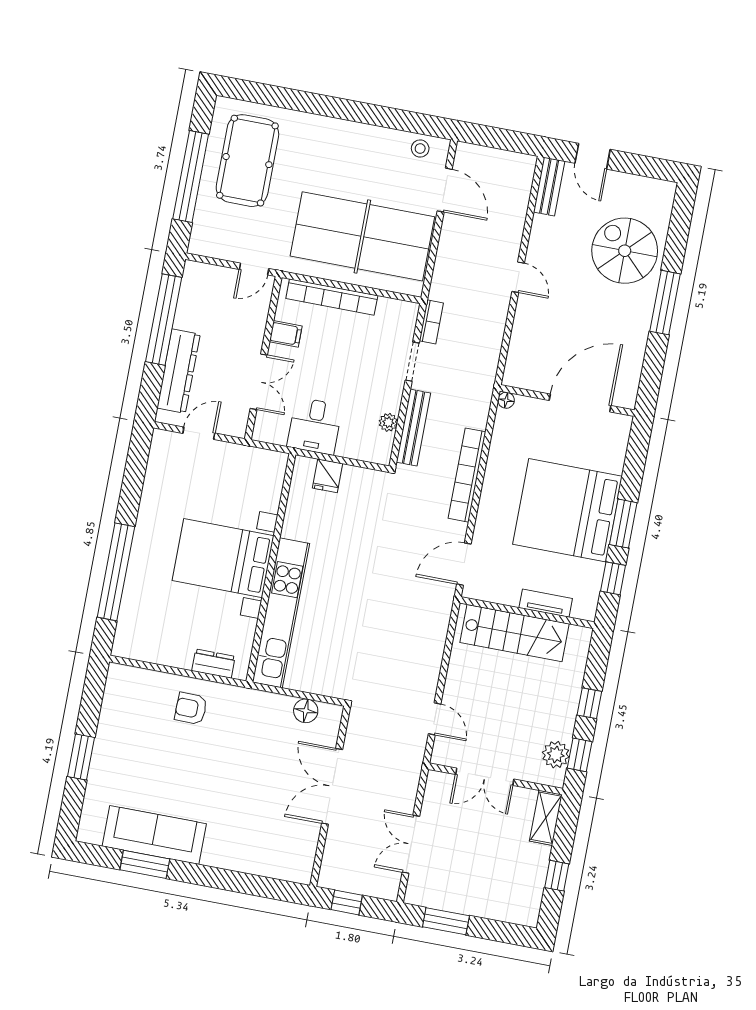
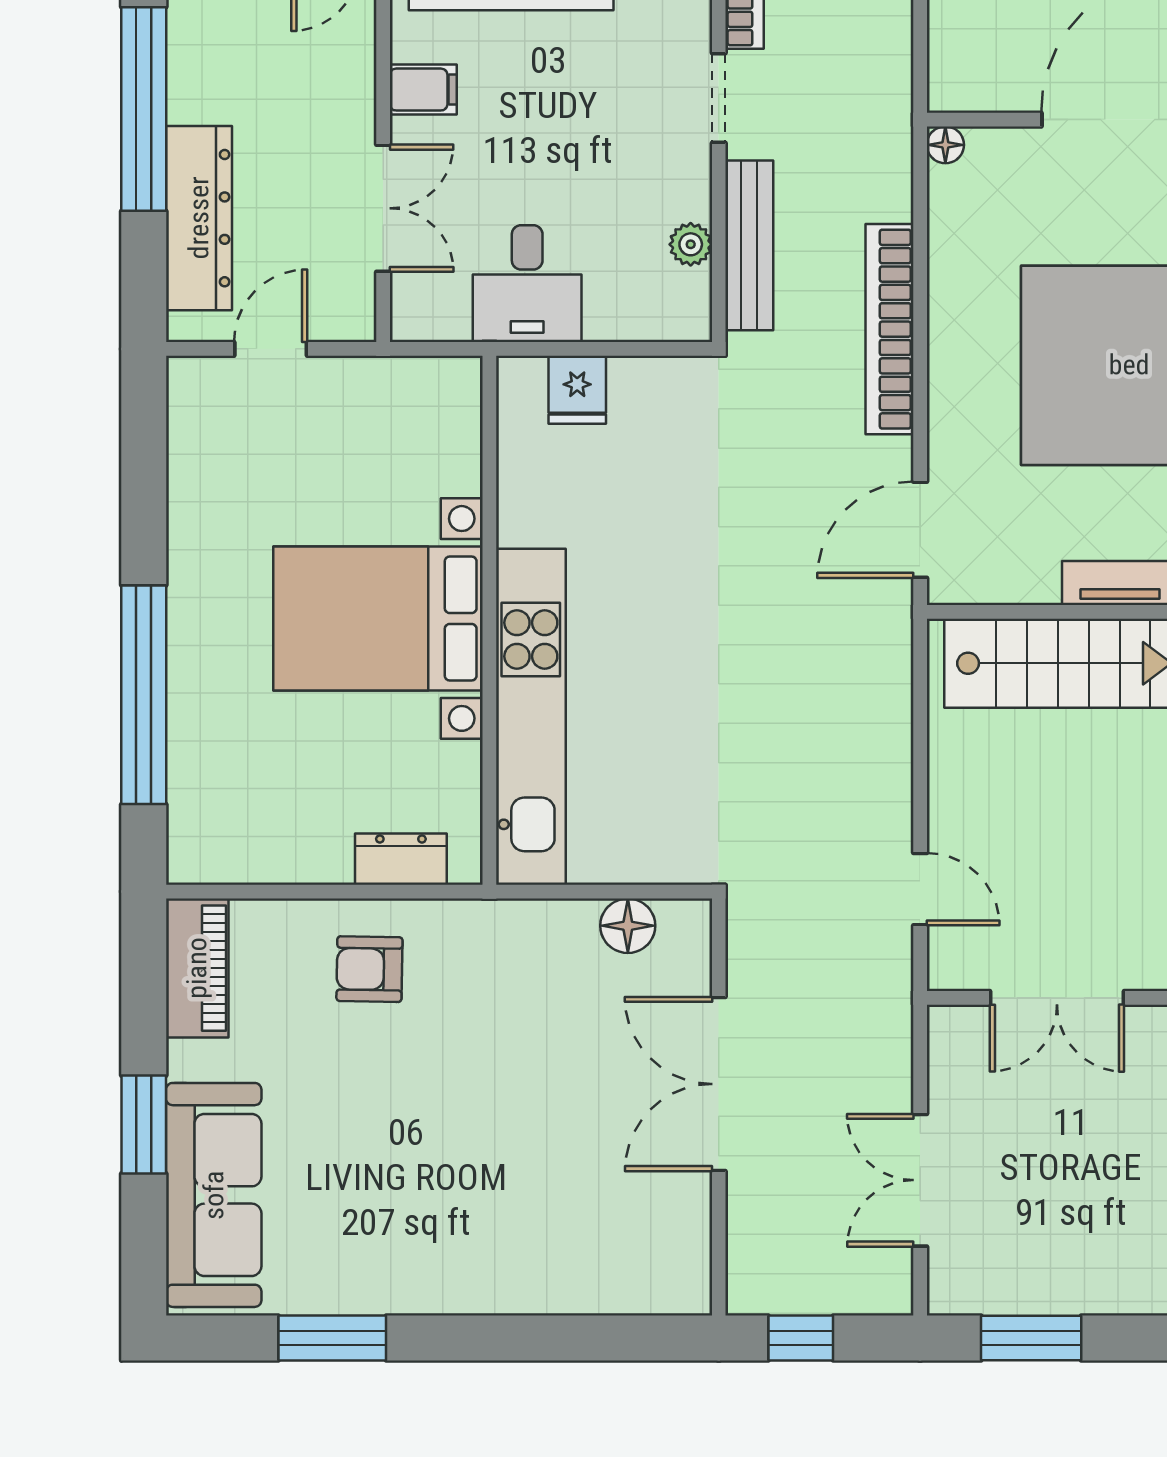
piano: (117, 694) -> (197, 968), added
sofa: (154, 835) -> (214, 1195), moved, turned 90

